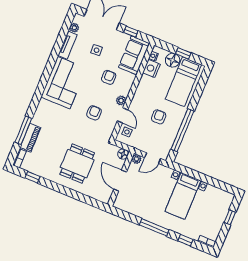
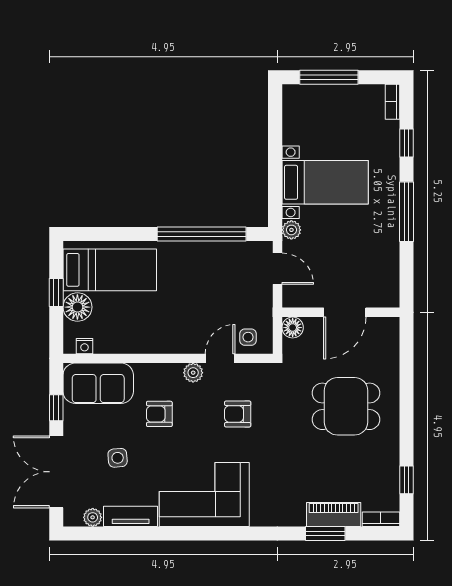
nightstand: (151, 68) -> (109, 340), removed
armchair: (159, 117) -> (195, 289), removed
window: (23, 130) -> (325, 533), width x0.69
plant: (136, 159) -> (291, 230), moved
window: (230, 217) -> (329, 77), width x2.17

